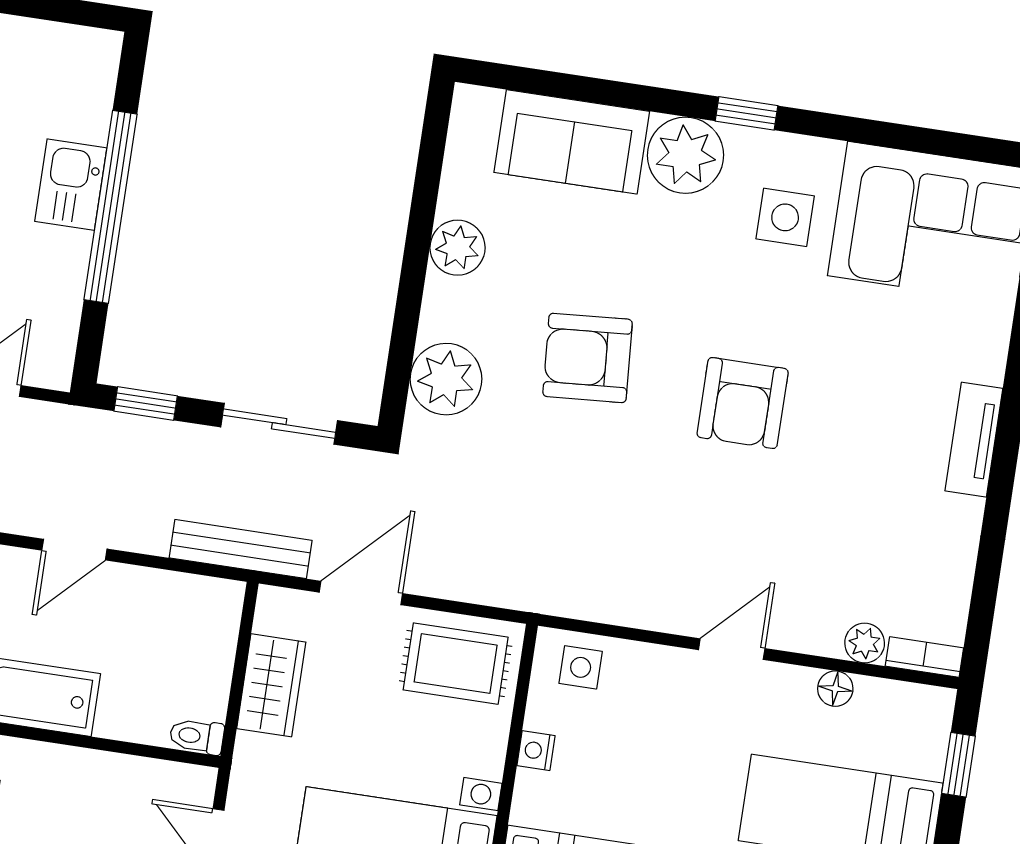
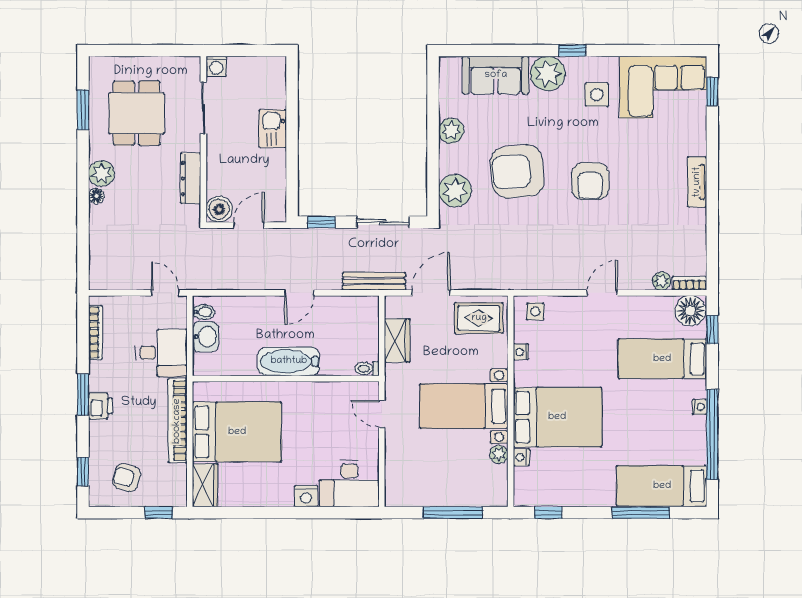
window: (111, 207) -> (292, 136), removed
armchair: (588, 358) -> (517, 171), width x1.36, depth x1.36
floor lamp: (835, 689) -> (690, 311), moved, width x1.89, depth x1.89

